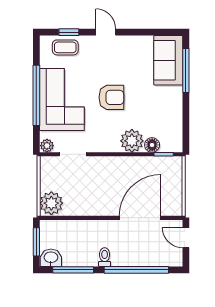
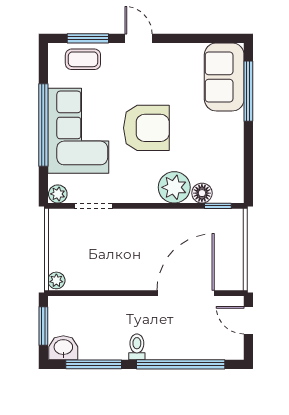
window: (69, 32) -> (88, 38), width x1.50
armchair: (111, 97) -> (146, 128), width x1.36, depth x1.36
plant: (51, 203) -> (56, 280), width x0.53, depth x0.53

